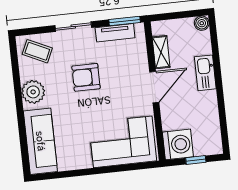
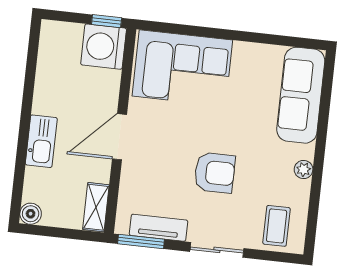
coffee table: (37, 51) -> (277, 226), turned 65
shelving: (161, 52) -> (96, 207), moved
plant: (33, 92) -> (304, 169), width x0.53, depth x0.53
window: (196, 160) -> (107, 21), moved

